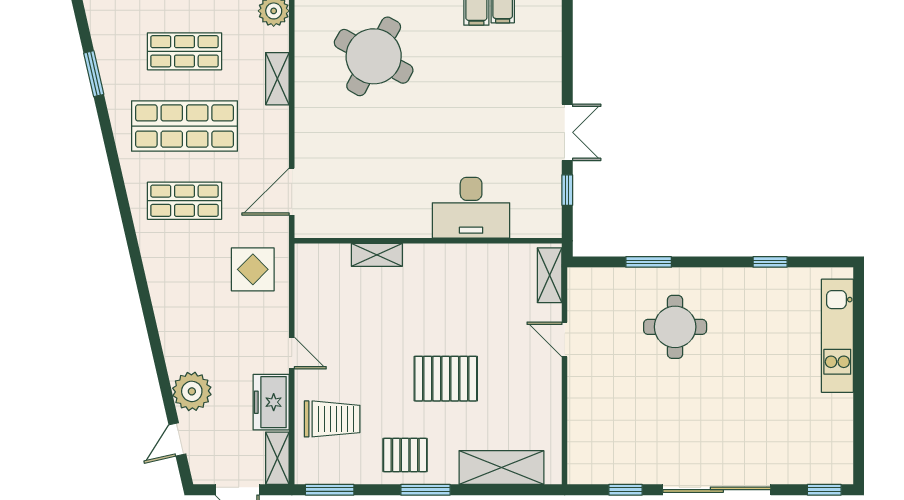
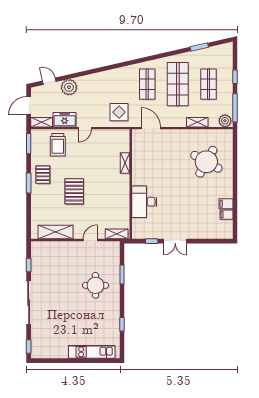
shelving: (501, 467) -> (55, 232), moved, turned 90

